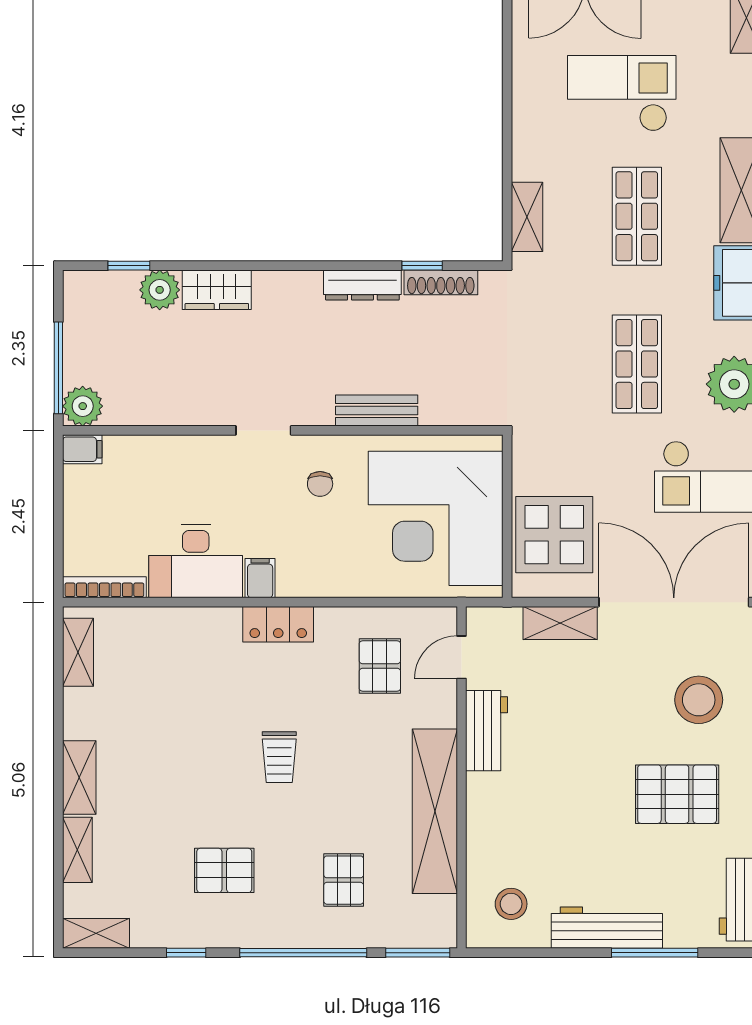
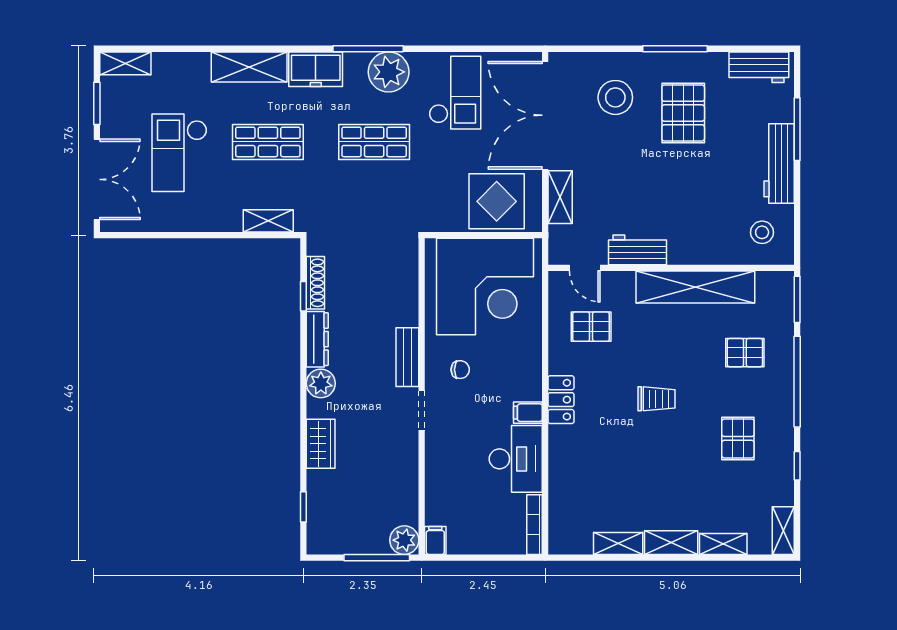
plant: (160, 290) -> (321, 383), moved
bench: (377, 411) -> (407, 357), moved
shelving: (78, 652) -> (618, 544), moved

